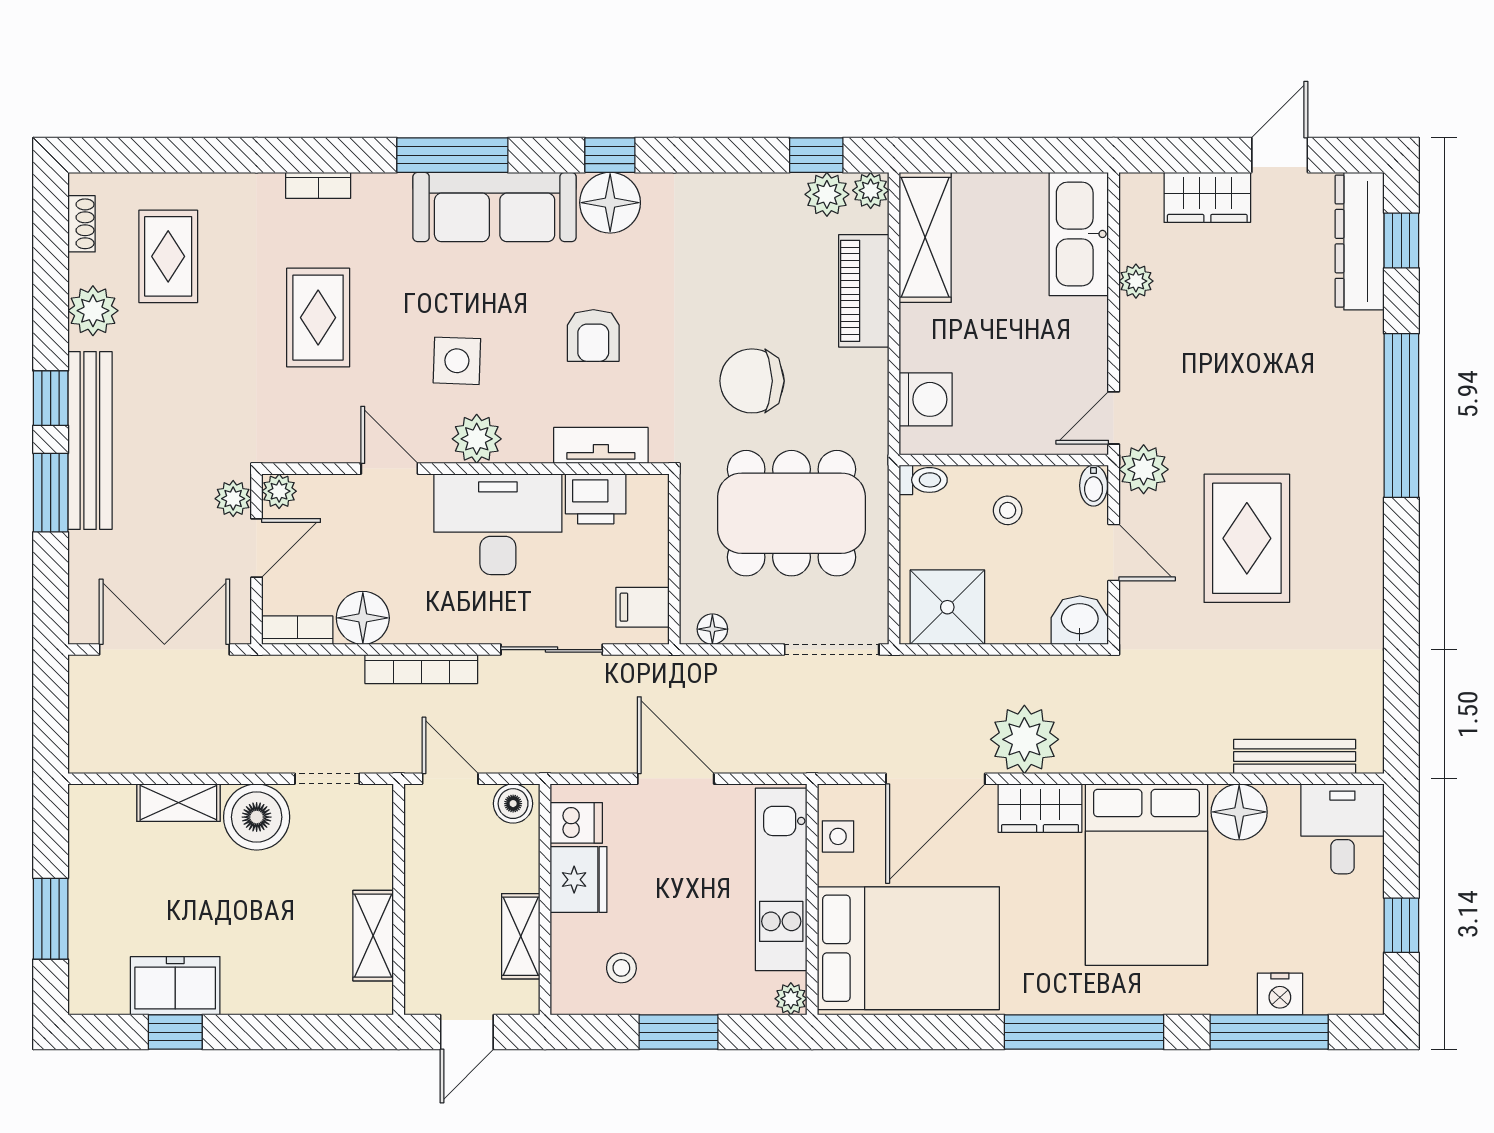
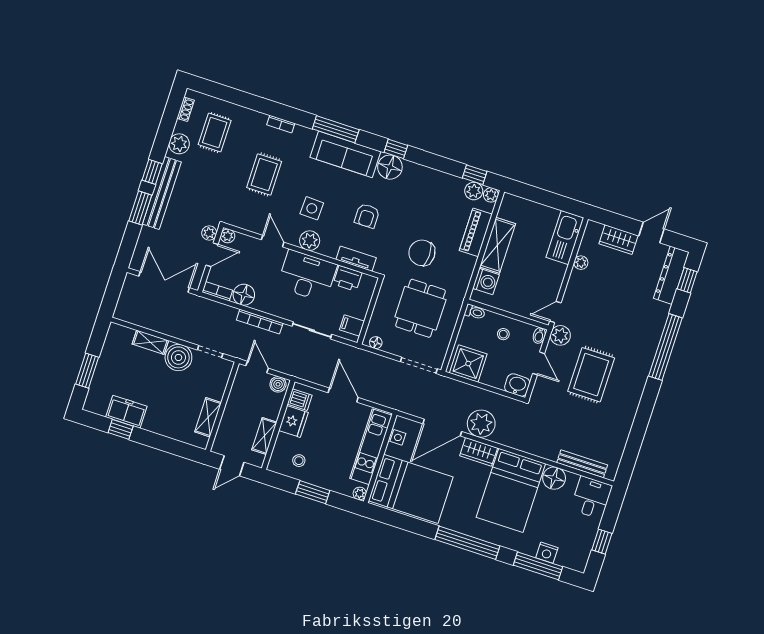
shelving: (925, 237) -> (498, 245), moved
dining table: (791, 513) -> (420, 308), width x0.73

